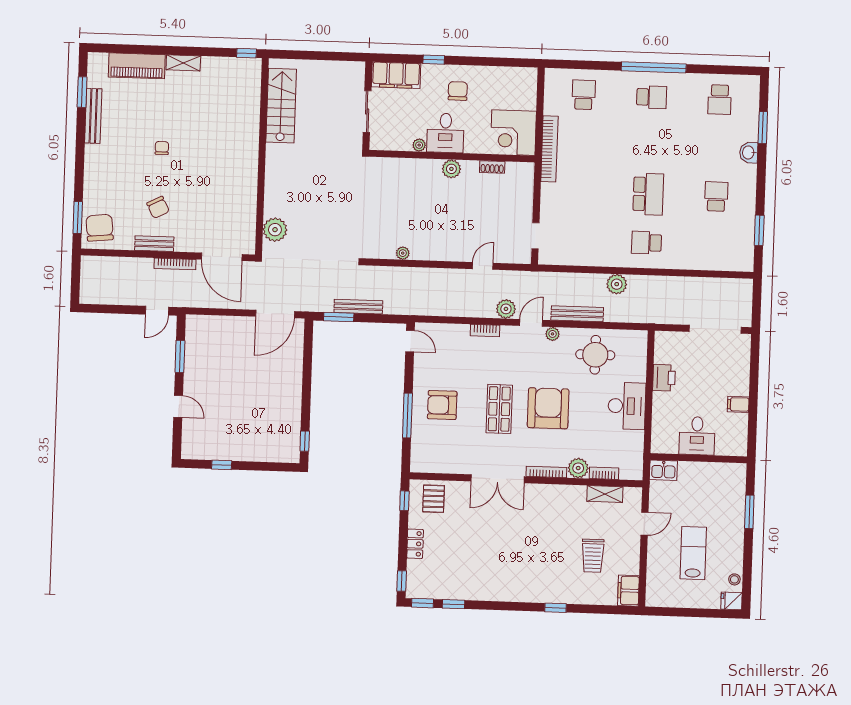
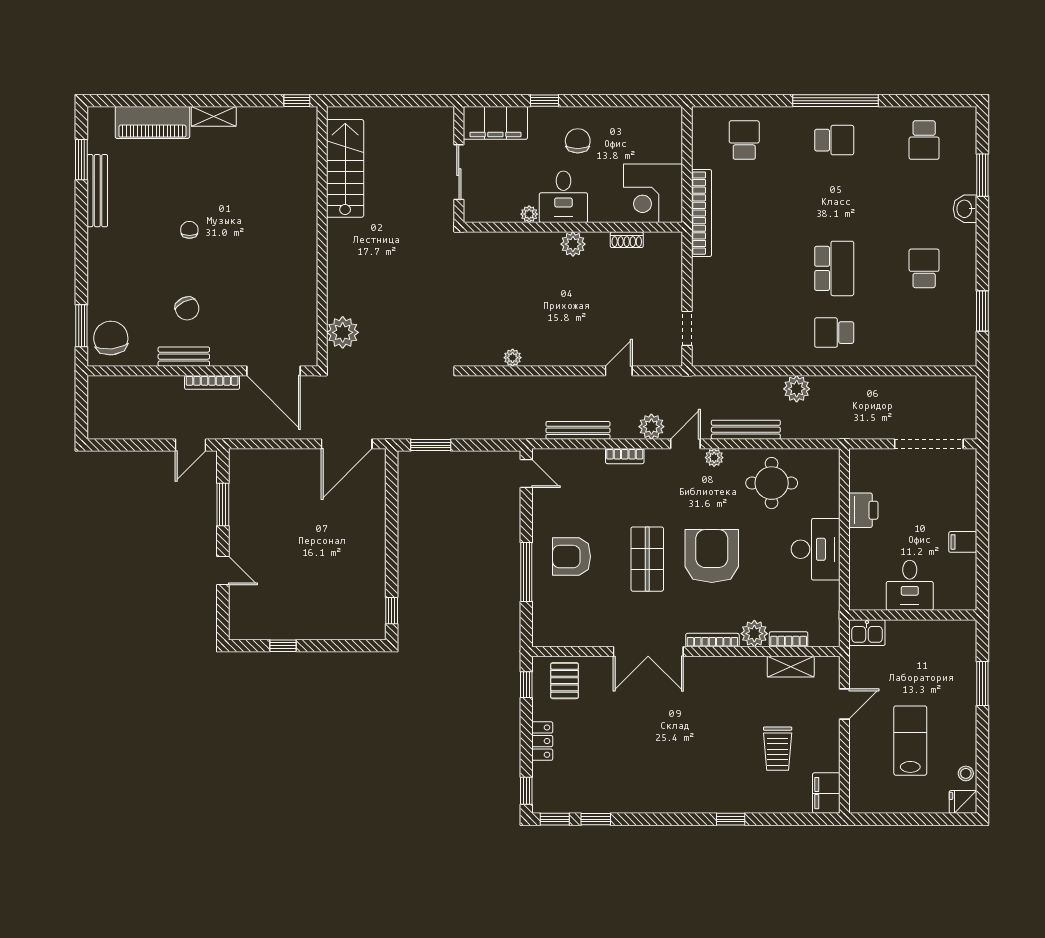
bench: (358, 307) -> (578, 430), moved

